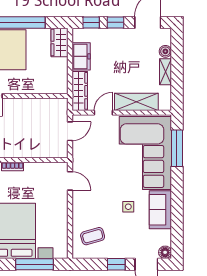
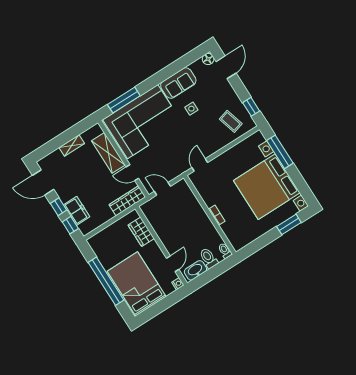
wardrobe: (60, 43) -> (141, 232), moved, turned 90
boiler: (165, 51) -> (56, 155), removed
freezer: (81, 56) -> (77, 211), moved, turned 90
window: (116, 264) -> (251, 107), moved

